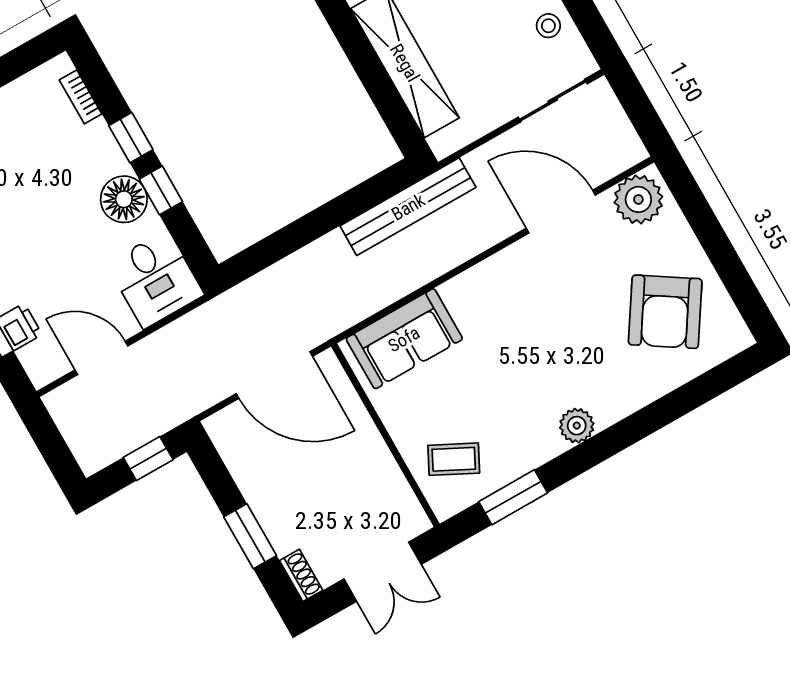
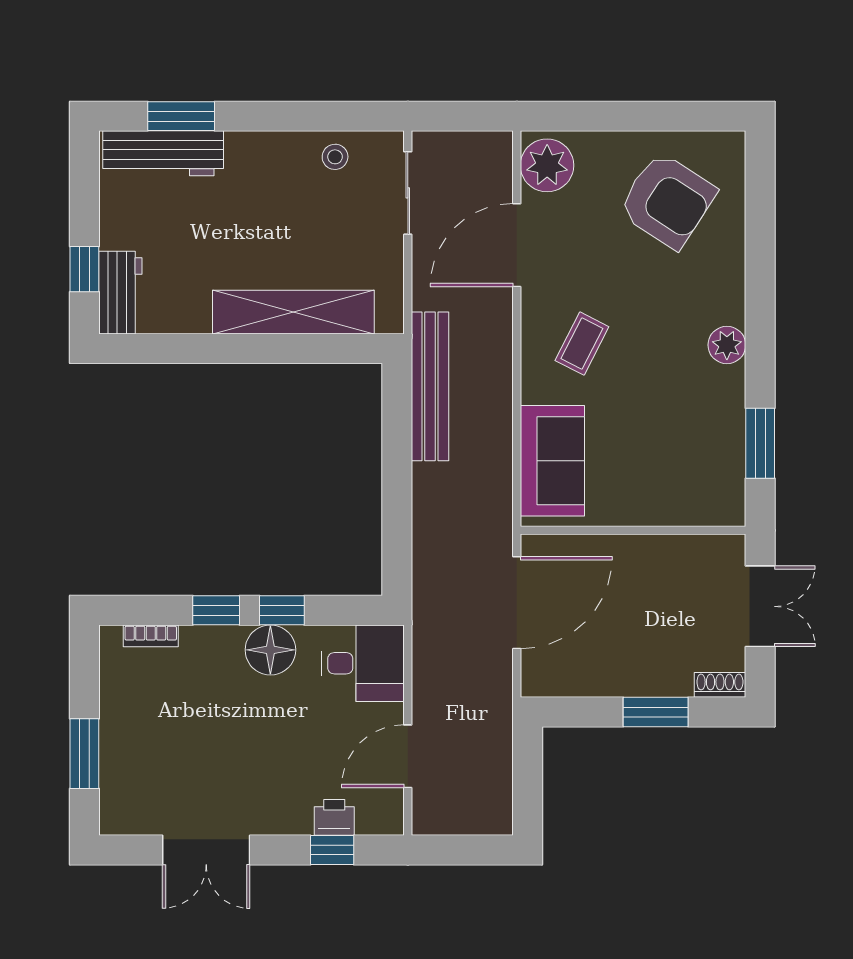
window: (148, 459) -> (528, 766), removed
coffee table: (454, 459) -> (582, 344), moved

